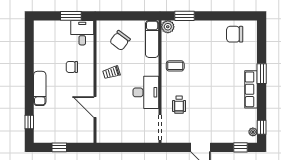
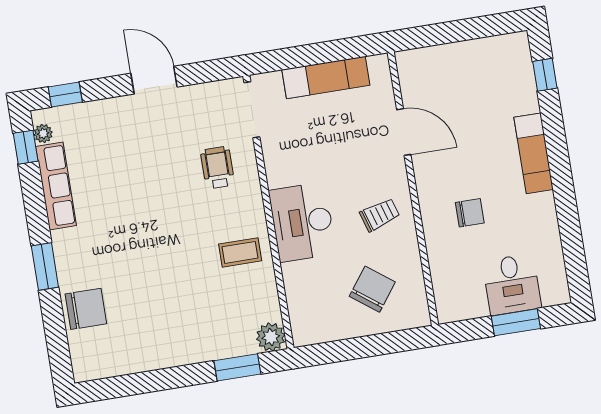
window: (71, 16) -> (516, 322), moved
desk: (82, 33) -> (512, 284), moved
chair: (235, 34) -> (86, 309), moved
exam couch: (152, 39) -> (326, 77), moved, turned 90
row of seats: (251, 89) -> (56, 186), moved
desk: (146, 92) -> (302, 222), moved
window: (59, 147) -> (469, 29), removed

